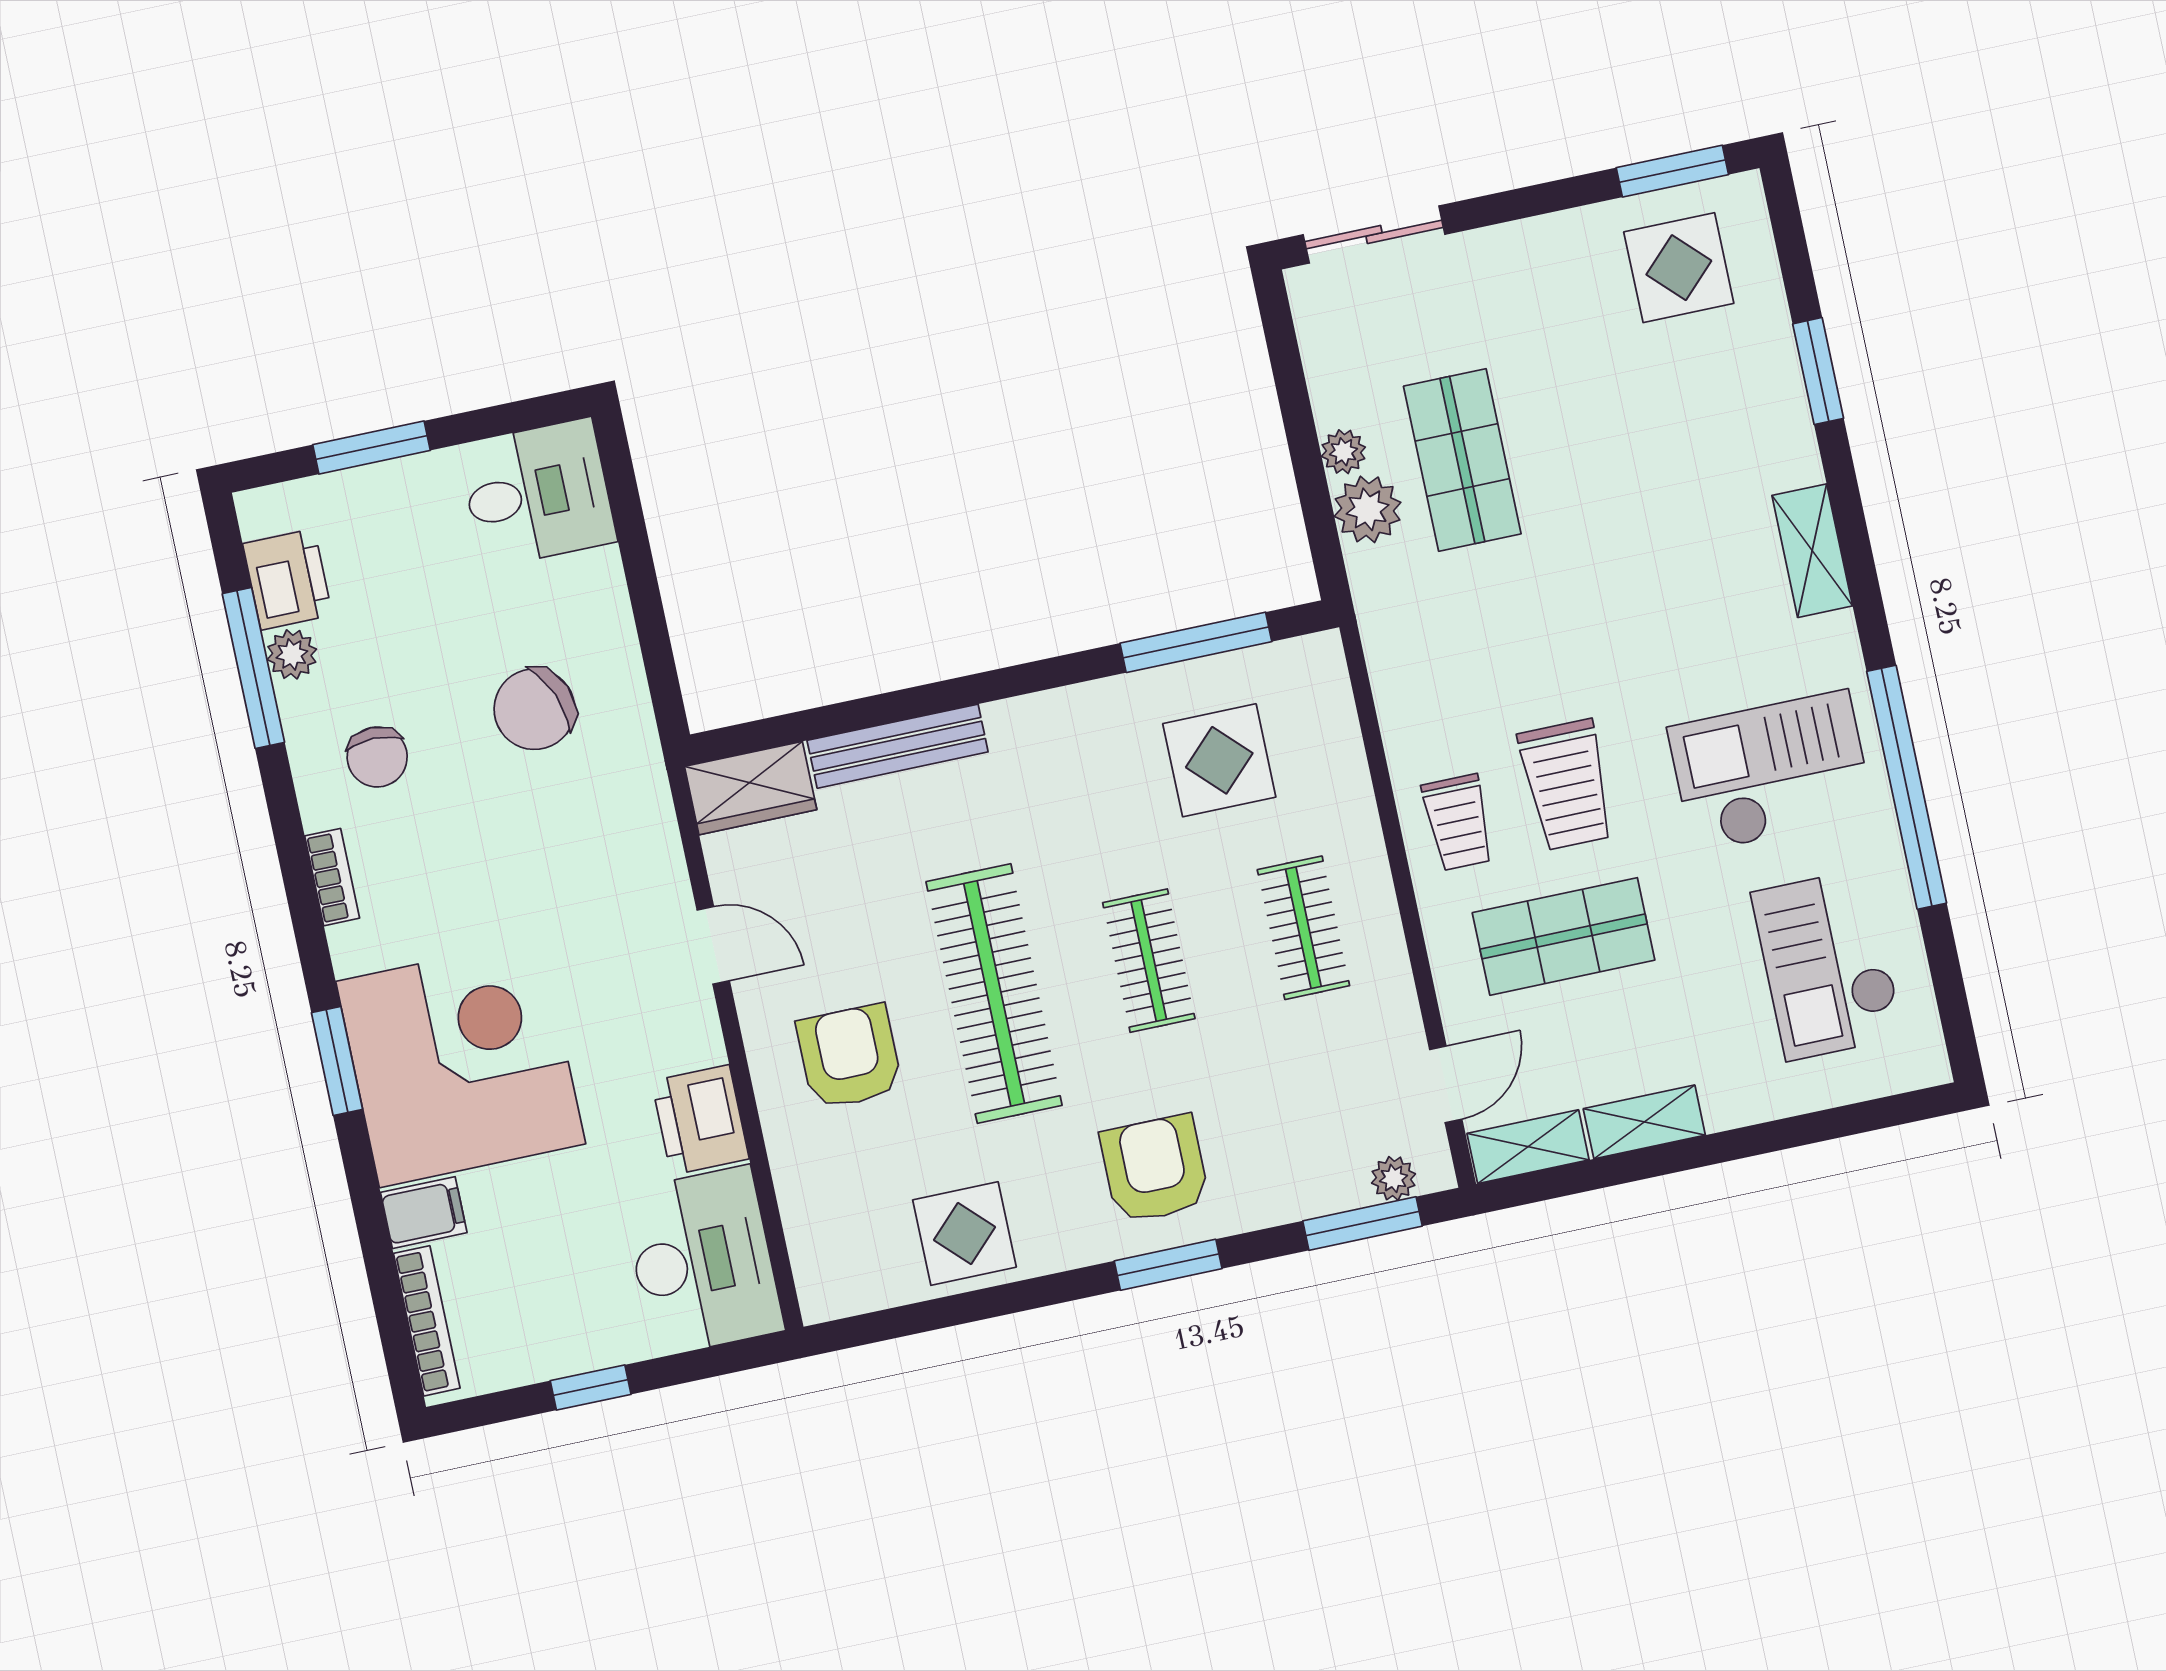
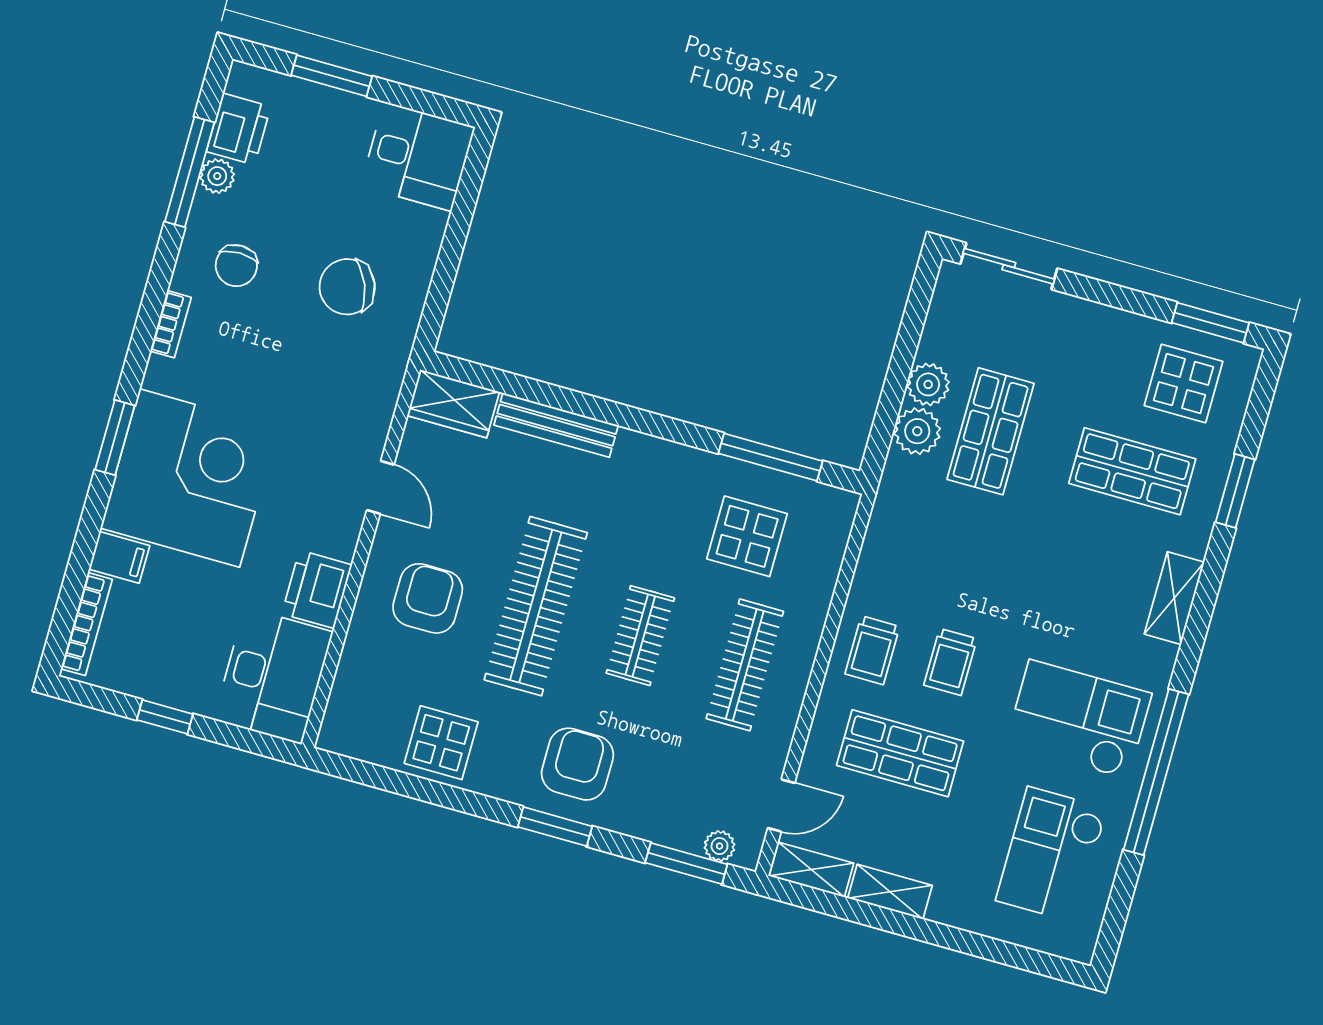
shop shelf: (1672, 415) -> (1132, 471), added
plant: (1343, 452) -> (928, 384), width x1.38, depth x1.38
trolley: (1567, 785) -> (950, 662), width x0.73, depth x0.72
clothes rail: (1303, 928) -> (745, 665), width x1.36

